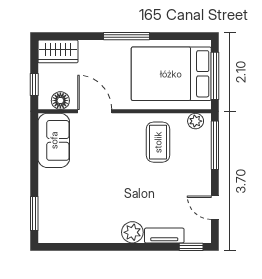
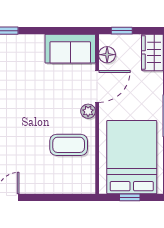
window: (215, 76) -> (130, 197), width x0.46
plant: (196, 121) -> (88, 111), moved
window: (215, 145) -> (66, 197), removed

